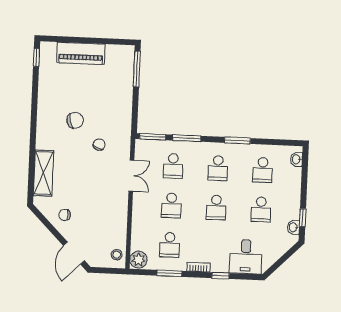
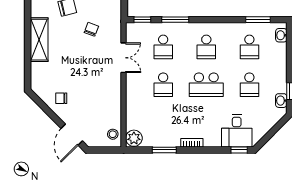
window: (153, 137) -> (142, 20), width x0.67
window: (237, 140) -> (258, 20), moved
shelving: (43, 173) -> (39, 40), moved
school desk: (216, 207) -> (206, 85), width x1.85
school desk: (170, 245) -> (163, 123), removed
window: (220, 276) -> (239, 150), moved

